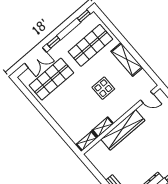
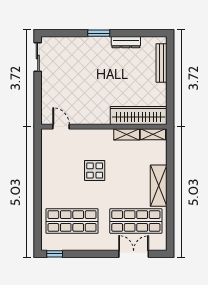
window: (54, 42) -> (104, 254), removed
shelving: (127, 59) -> (159, 186), moved
wardrobe: (123, 130) -> (139, 116), moved

